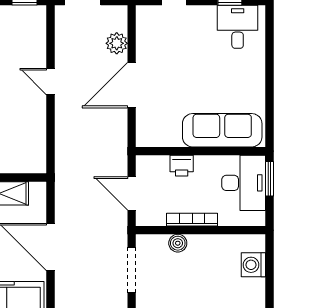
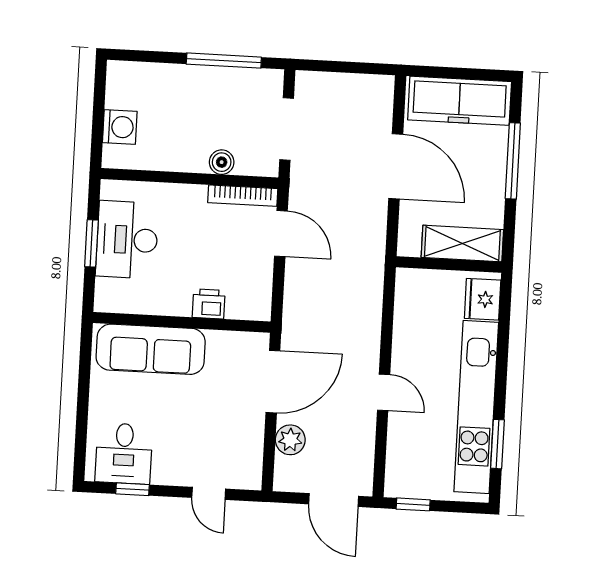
sofa: (222, 130) -> (151, 349), moved
wall: (201, 151) -> (182, 322), moved
printer: (182, 166) -> (209, 304), moved
bookcase: (192, 220) -> (243, 196), moved

